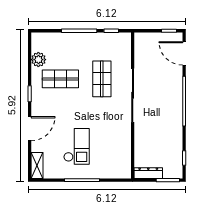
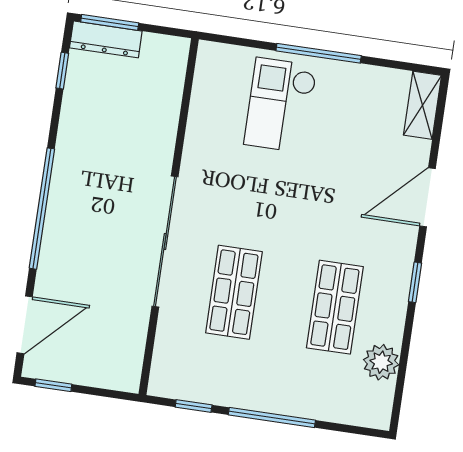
door: (184, 53) -> (25, 325), hinge flipped
shop shelf: (60, 79) -> (335, 307), turned 90
checkout: (77, 146) -> (280, 105), moved
dresser: (148, 173) -> (106, 39), moved

